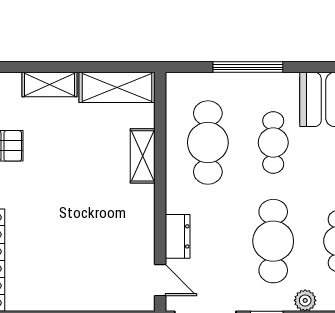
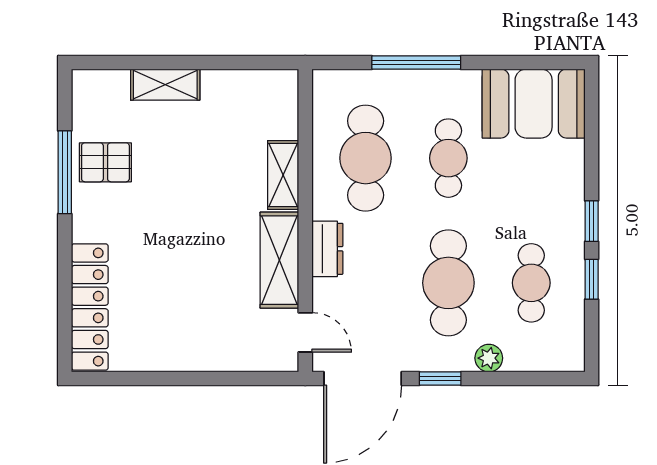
shelving: (117, 87) -> (279, 260), moved, turned 90
dresser: (178, 236) -> (327, 249), moved

